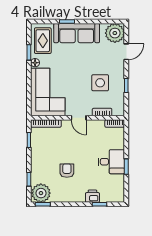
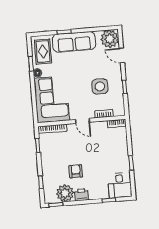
door: (126, 52) -> (122, 55), swing flipped
desk: (111, 162) -> (120, 185), moved, turned 90
plant: (41, 193) -> (65, 193), moved
printer: (92, 196) -> (81, 195), moved

